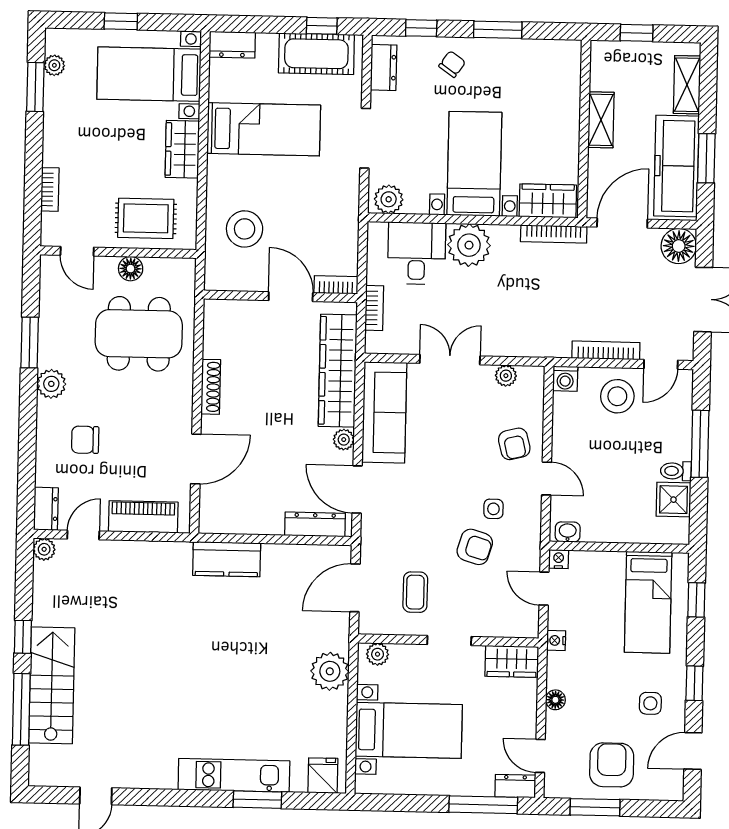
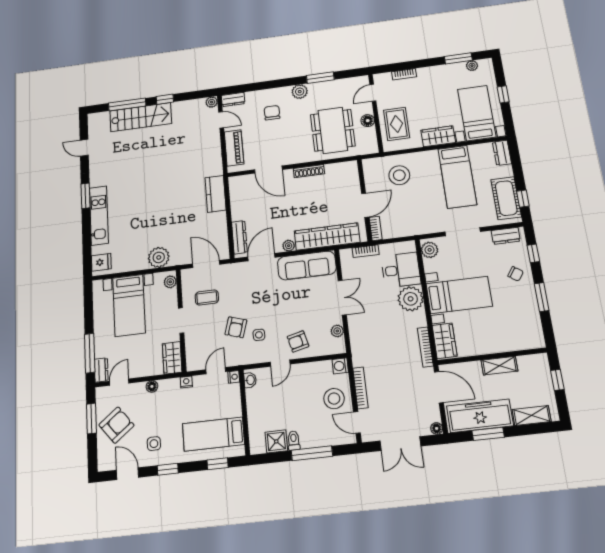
floor lamp: (679, 246) -> (437, 428), width x0.53, depth x0.53
armchair: (612, 765) -> (116, 425), turned -38
window: (257, 800) -> (86, 196), moved

